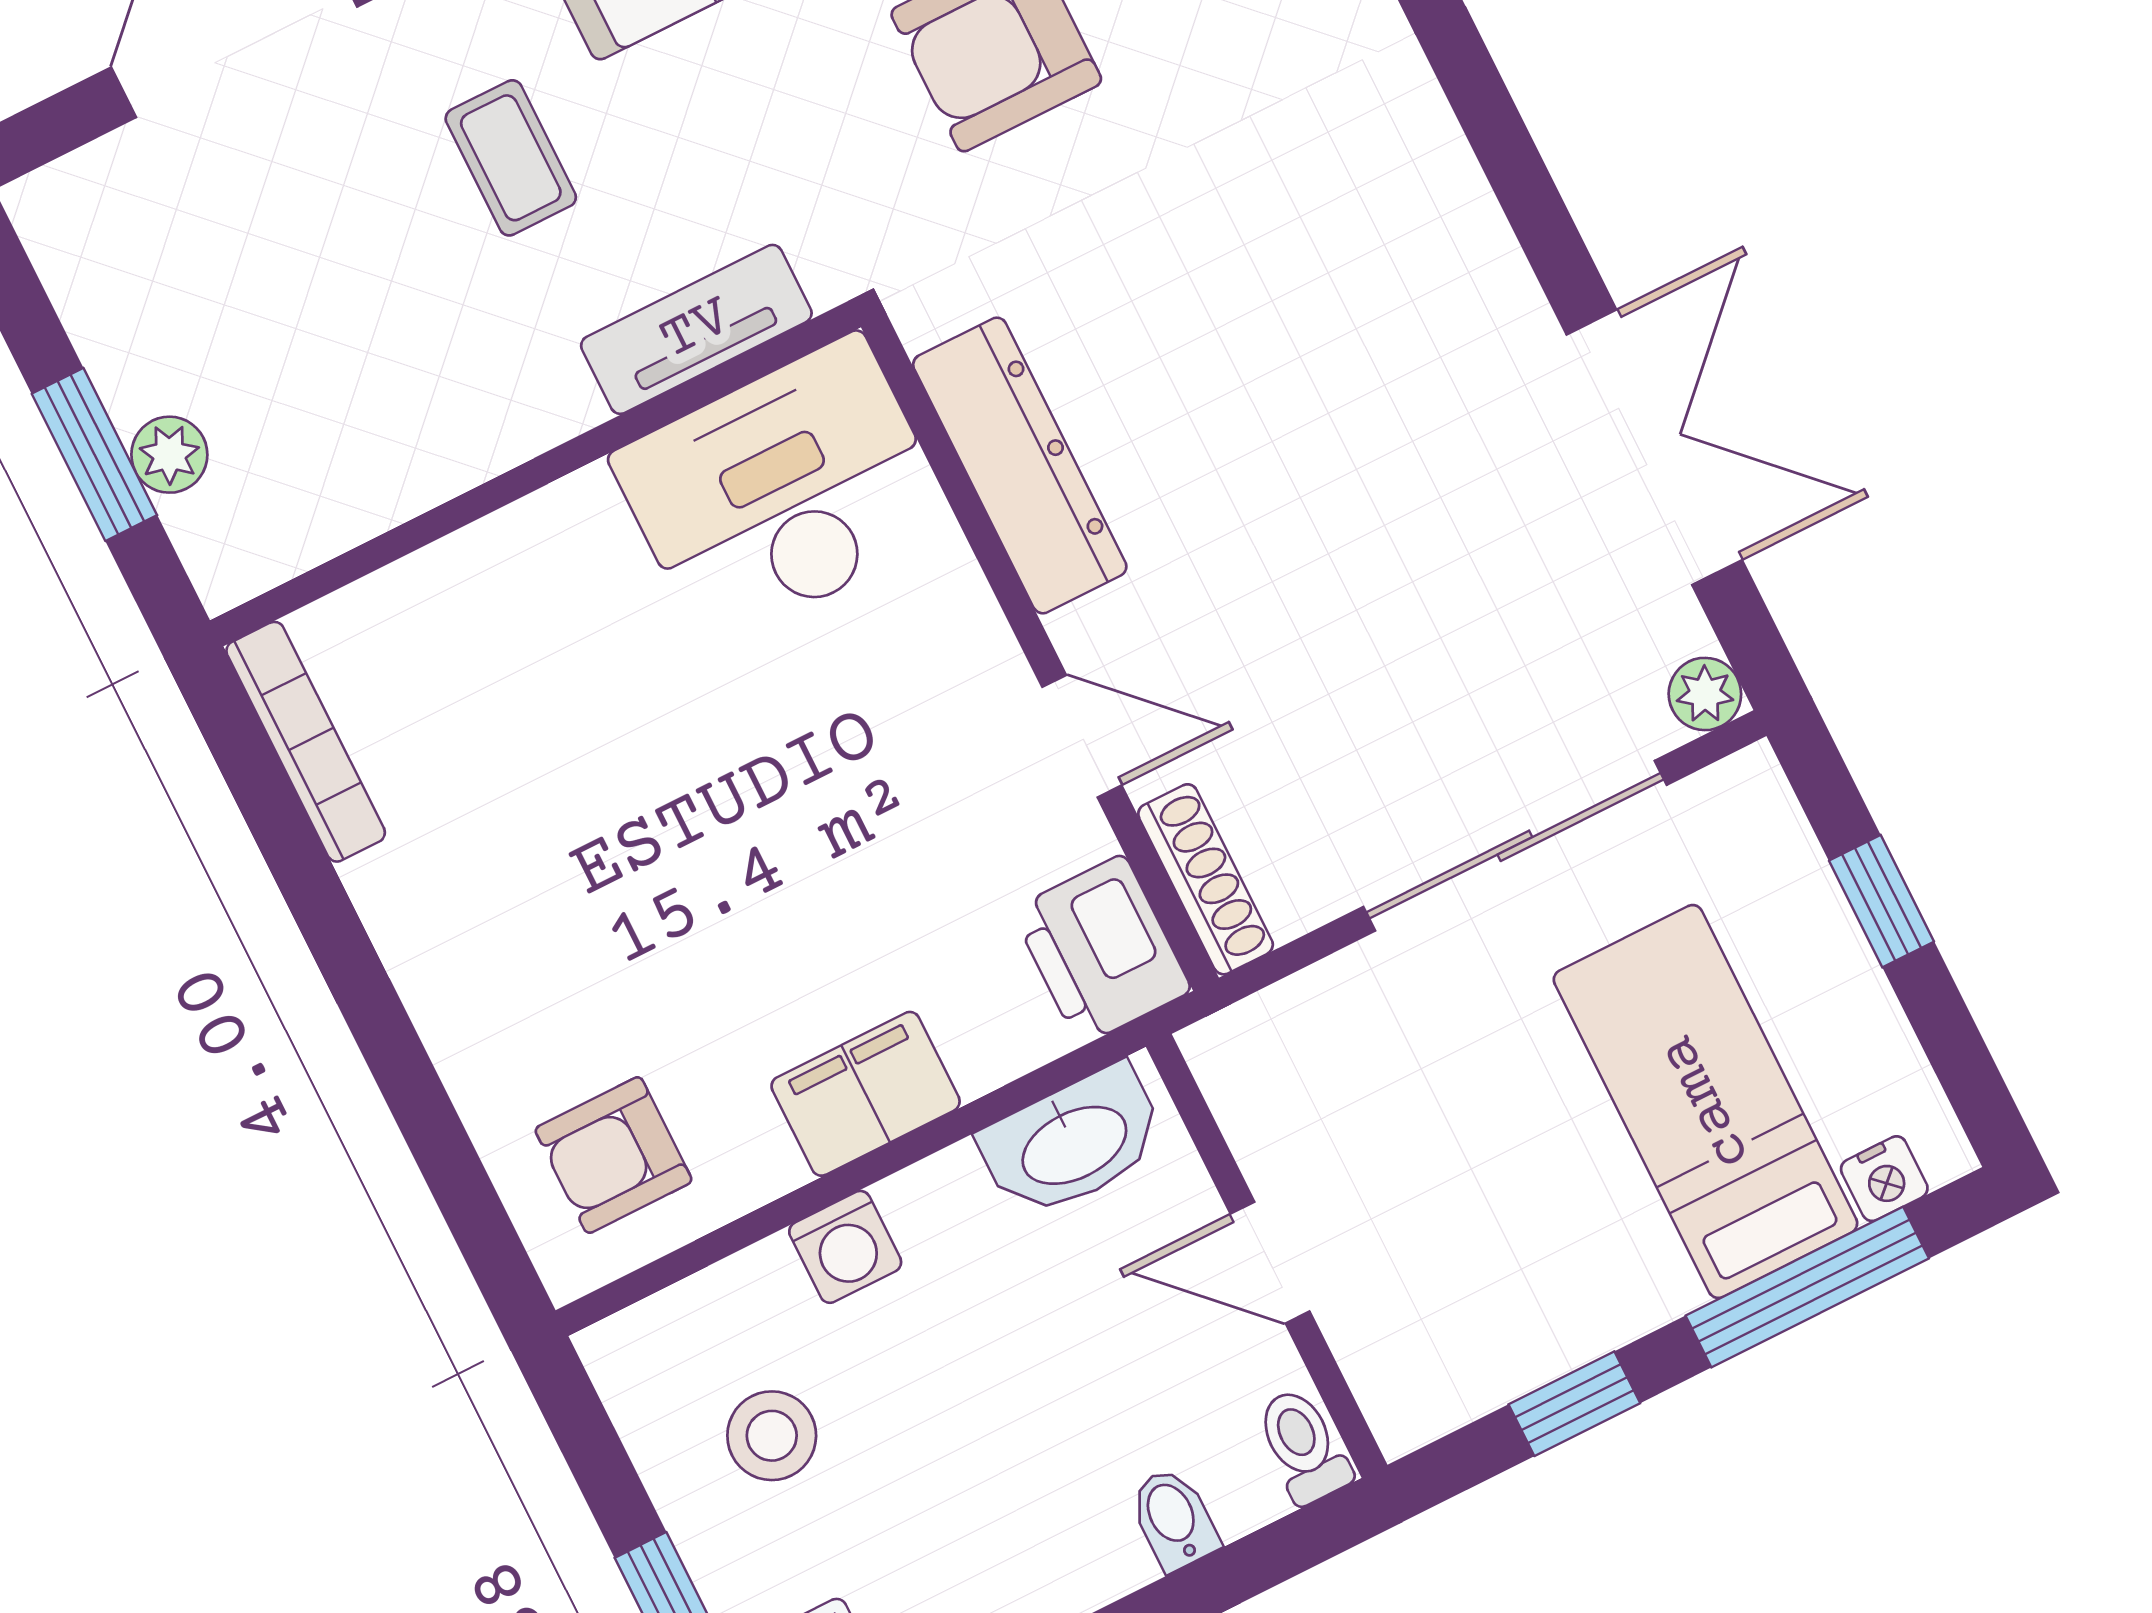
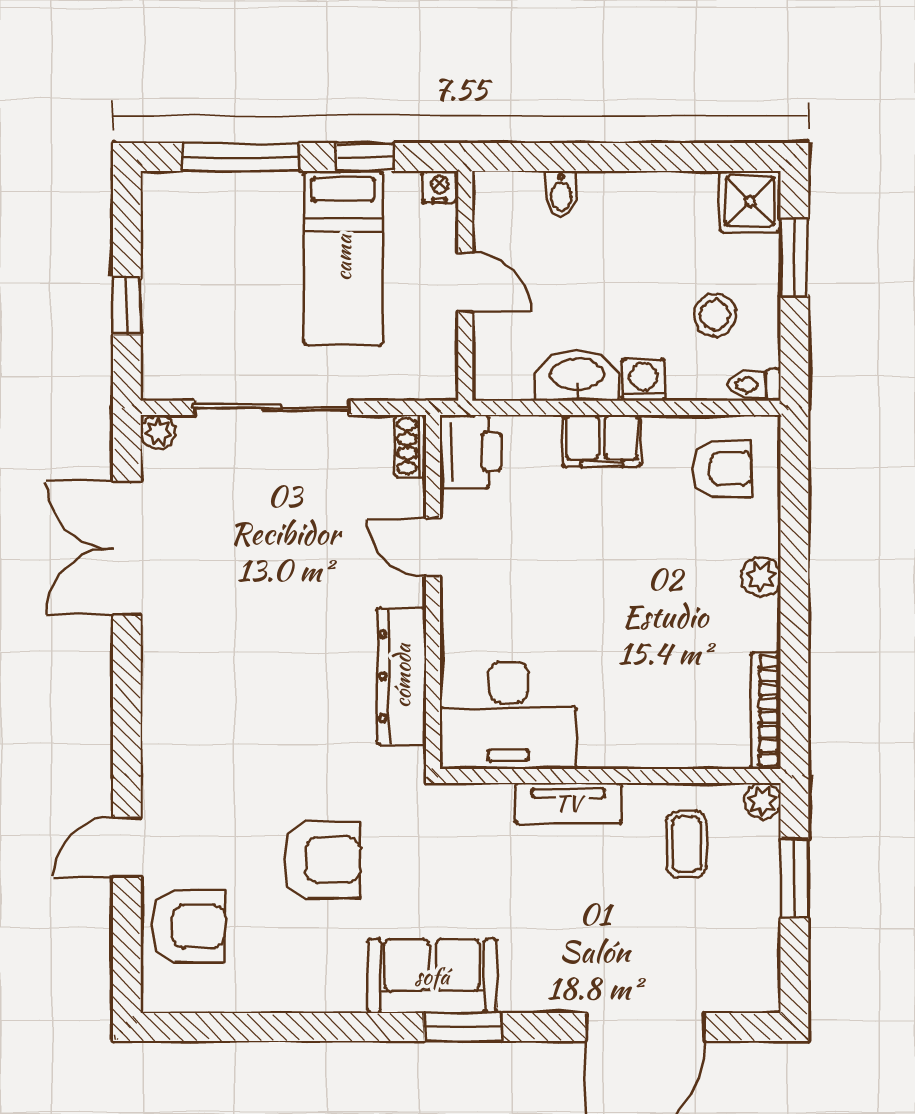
coffee table: (511, 158) -> (687, 844), moved
tv unit: (696, 329) -> (568, 803), moved
plant: (169, 455) -> (762, 801), moved
shoe rack: (1206, 879) -> (411, 446), width x0.70
plant: (440, 988) -> (761, 577), added
bed: (1705, 1102) -> (343, 258), moved
washbasin: (1073, 1143) -> (577, 376), moved
nightstand: (1884, 1179) -> (439, 187), moved
toilet: (1303, 1446) -> (754, 385), moved, turned 90

